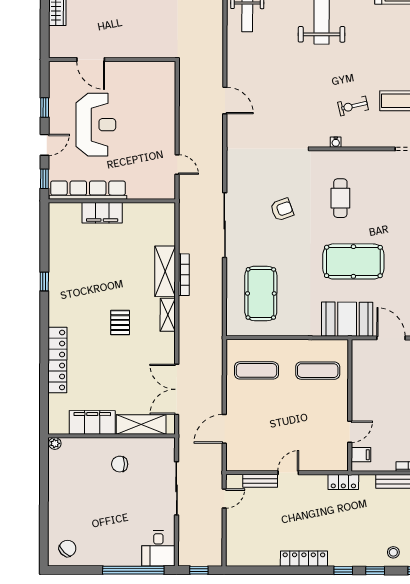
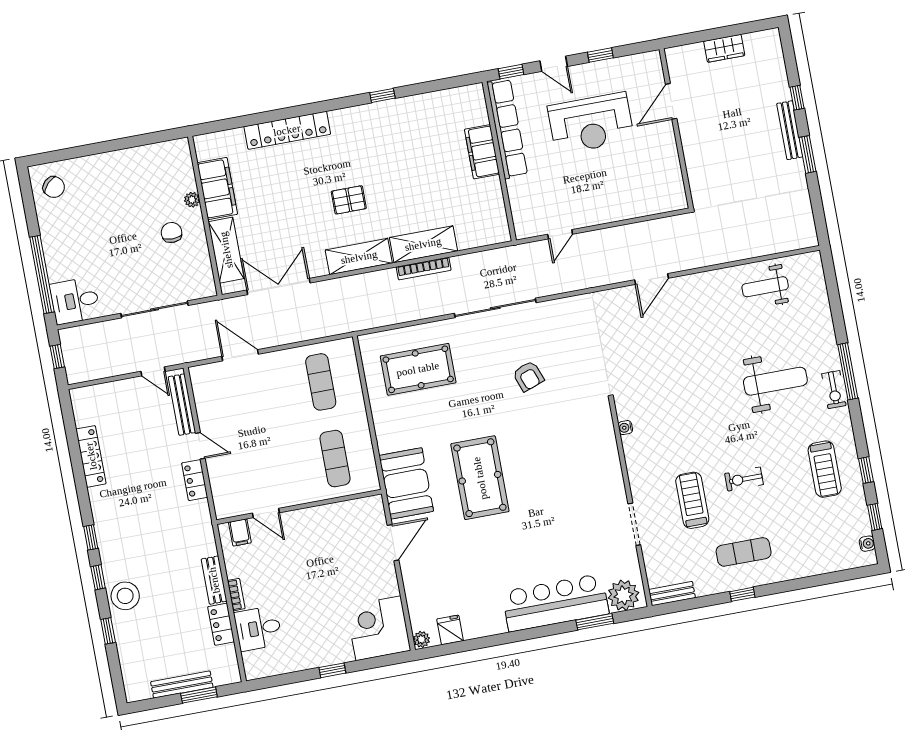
exercise bike: (353, 106) -> (744, 479), moved, turned -77
cafe table: (340, 198) -> (556, 447), removed
shelving: (168, 315) -> (359, 257), width x1.50, depth x1.33
plant: (55, 443) -> (192, 200), moved
bench: (260, 481) -> (182, 405), width x1.36
locker: (343, 482) -> (195, 480), moved
stool: (393, 552) -> (125, 596), width x1.89, depth x1.89
locker: (304, 559) -> (91, 456), moved

